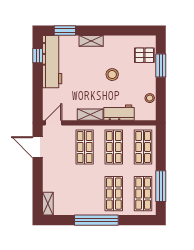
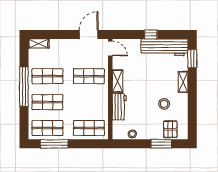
window: (38, 56) -> (151, 34), moved
stool: (112, 75) -> (164, 104), moved
shop shelf: (114, 147) -> (47, 76), moved

